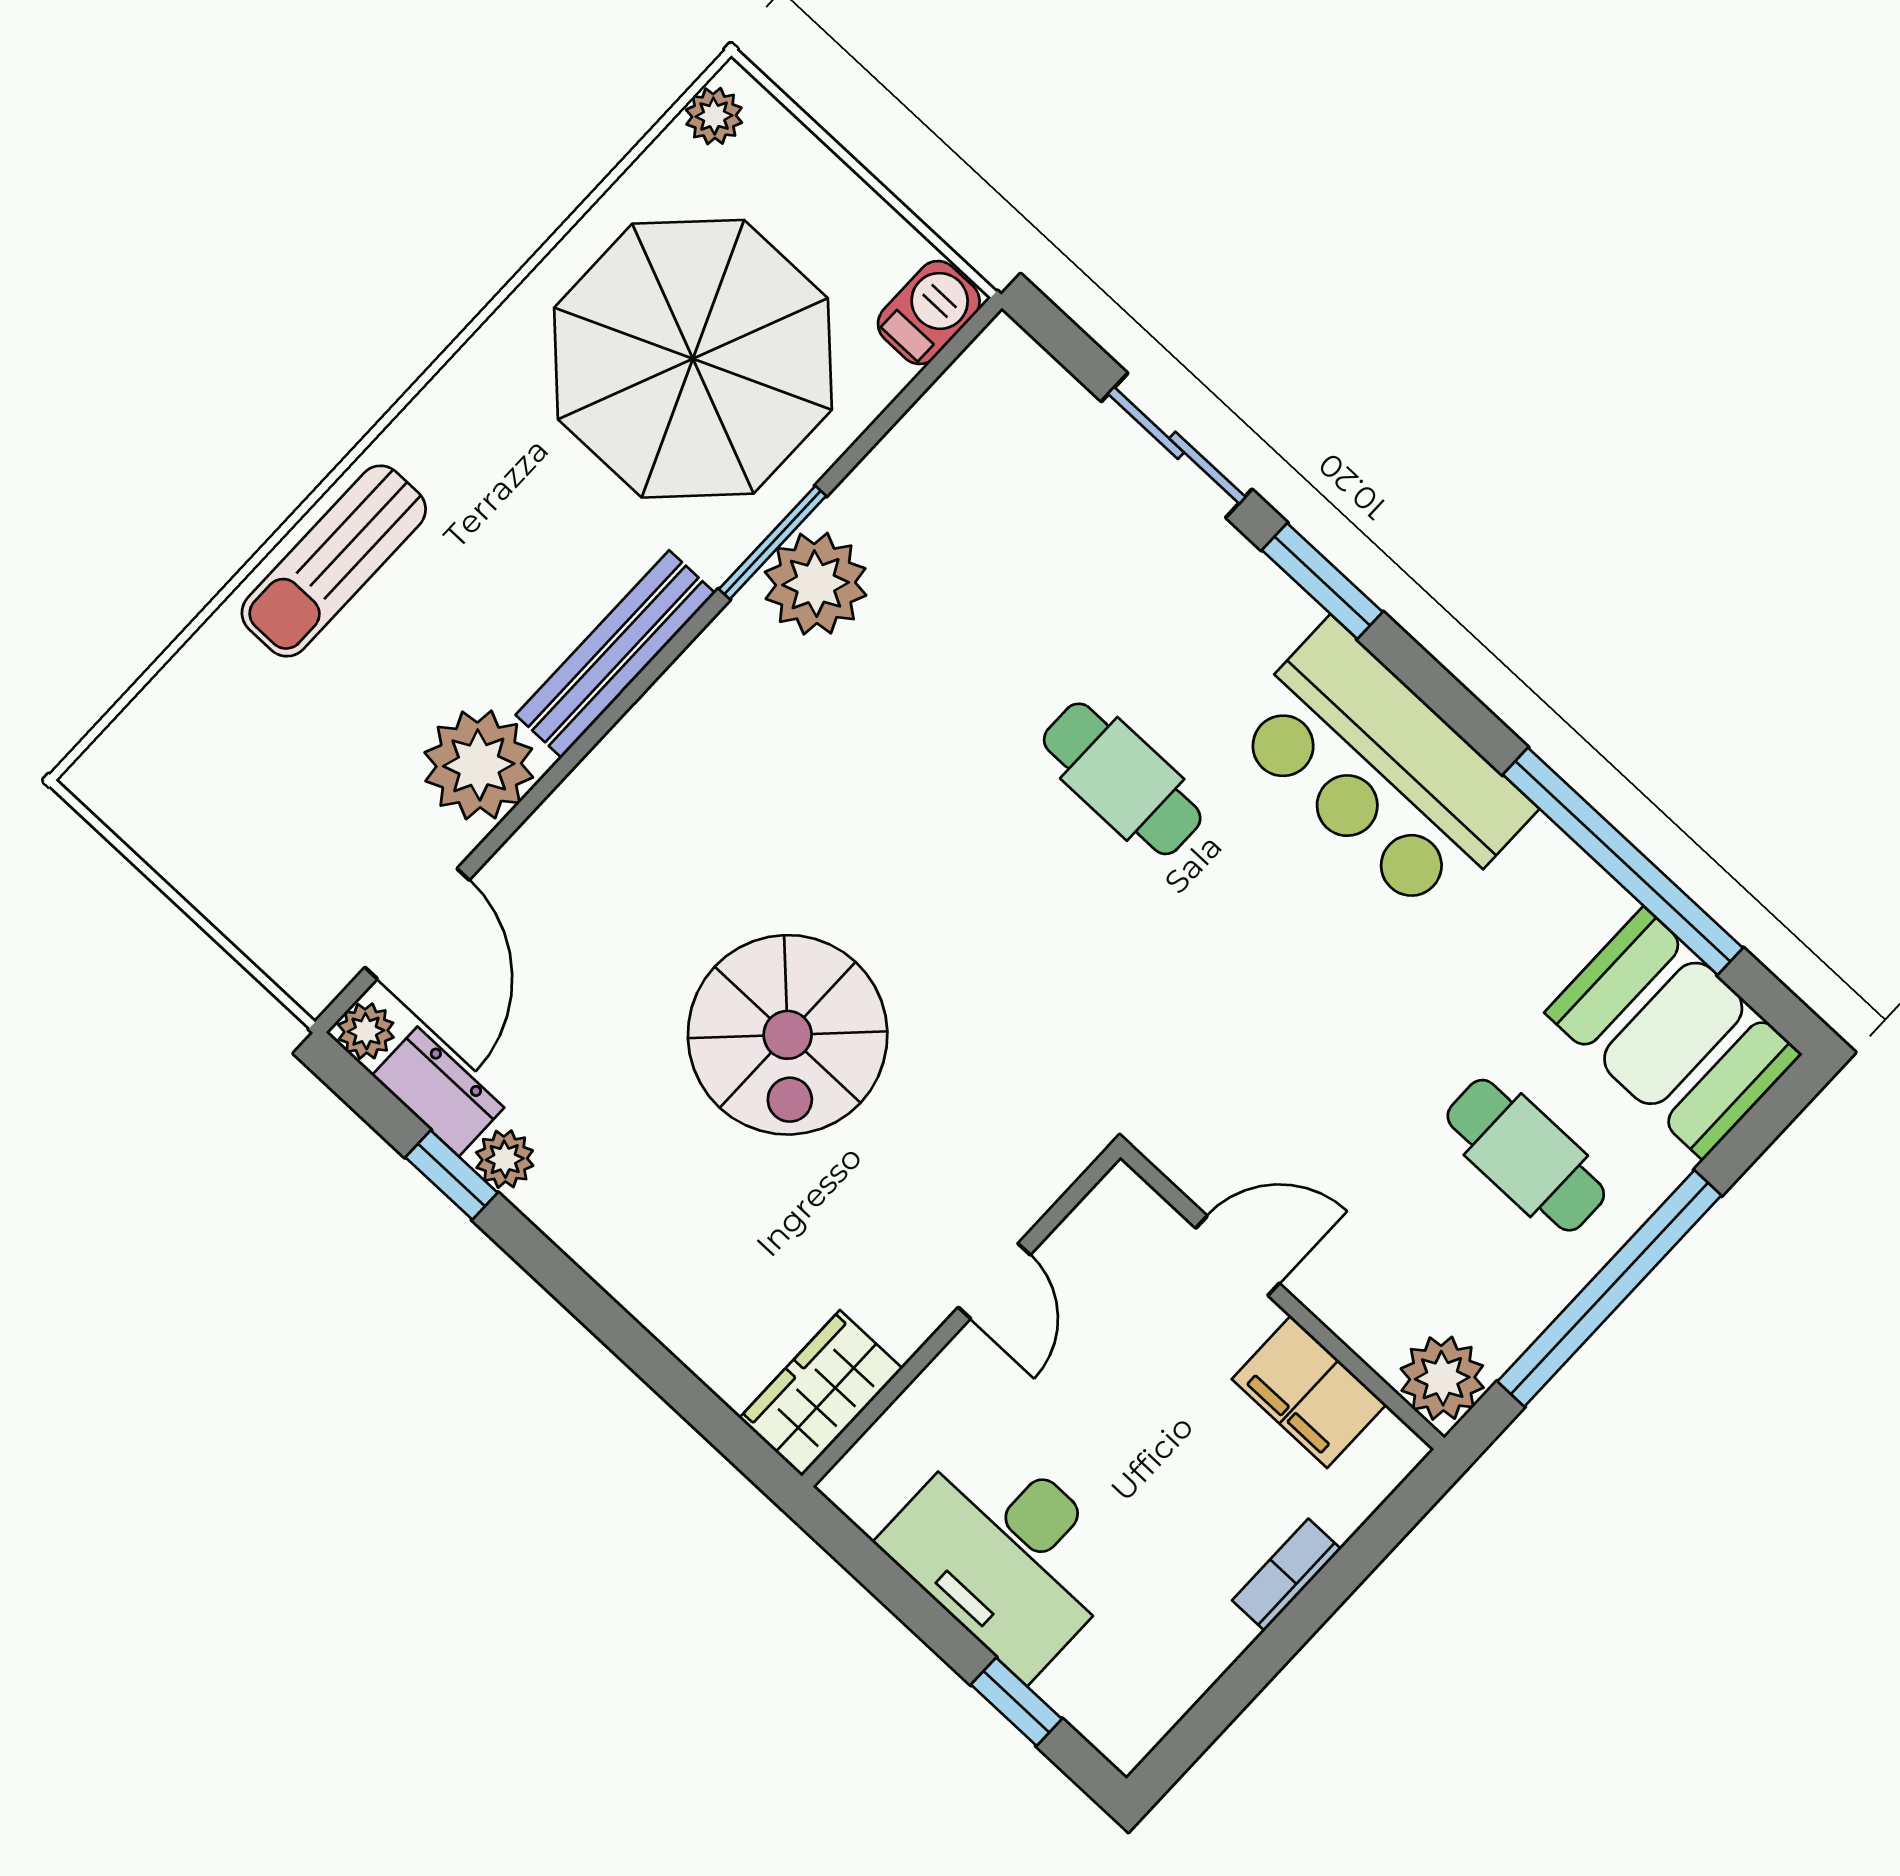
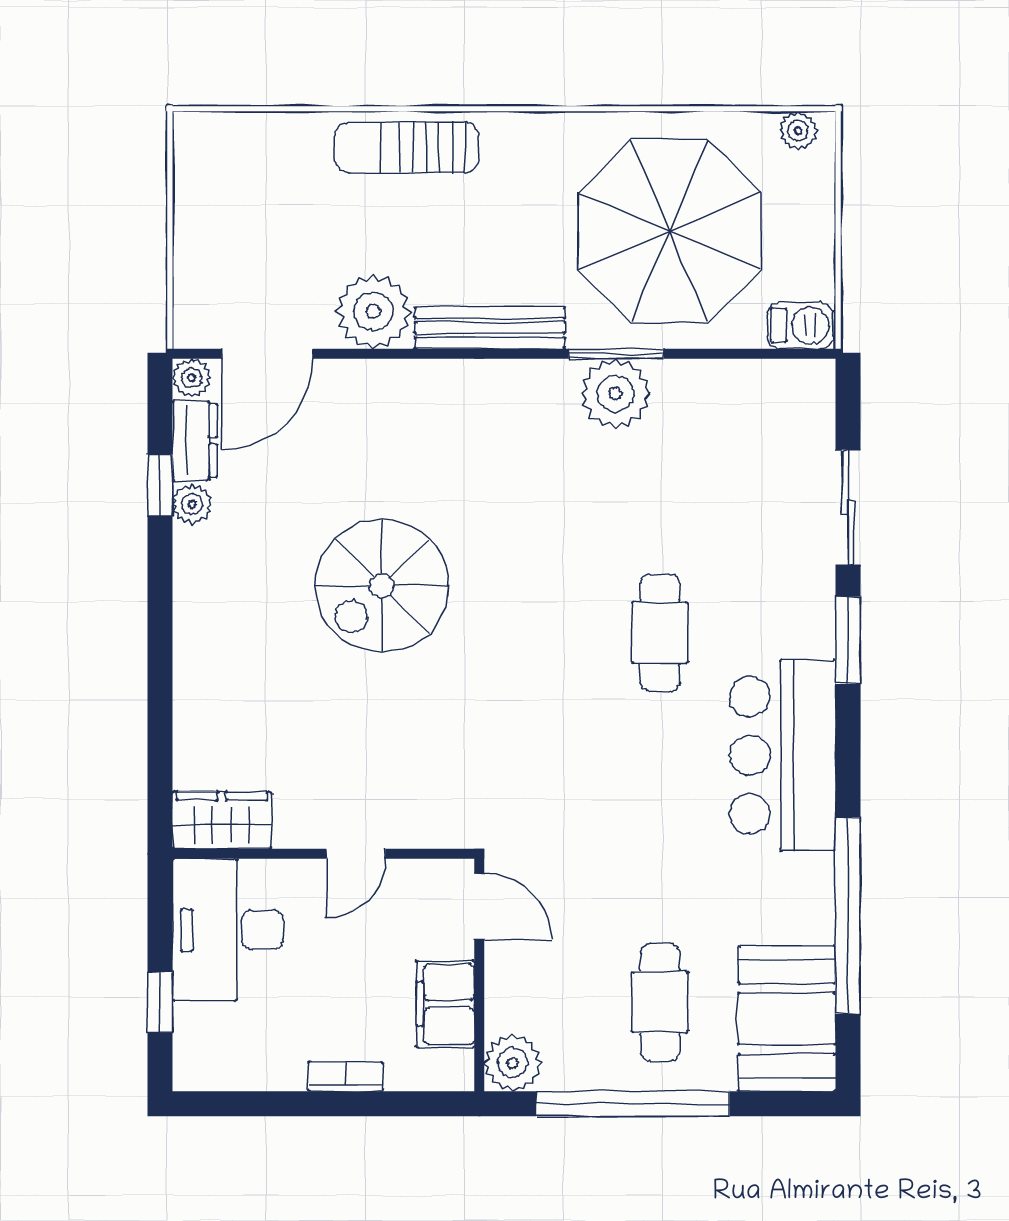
door: (994, 1281) -> (356, 854), moved
wall: (961, 1316) -> (323, 854), moved
wardrobe: (821, 1393) -> (222, 820), moved

